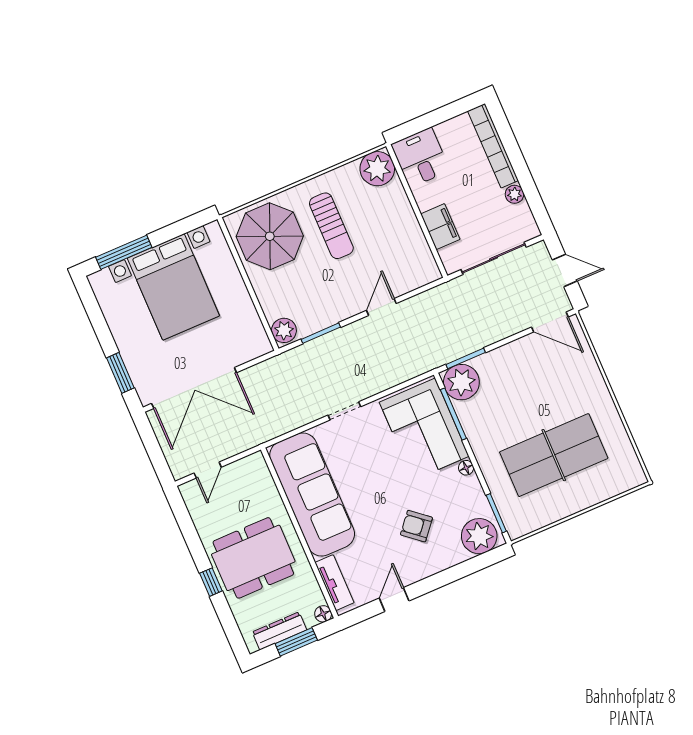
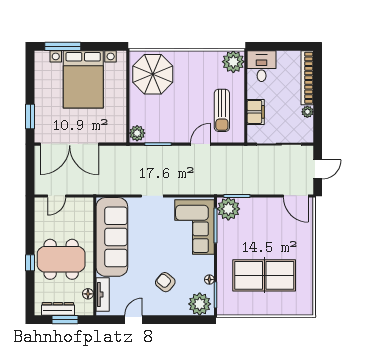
sun lounger: (331, 226) -> (222, 110), moved
door: (565, 270) -> (318, 169), hinge flipped
floor lamp: (466, 468) -> (209, 280), moved
floor lamp: (323, 614) -> (88, 294), moved

